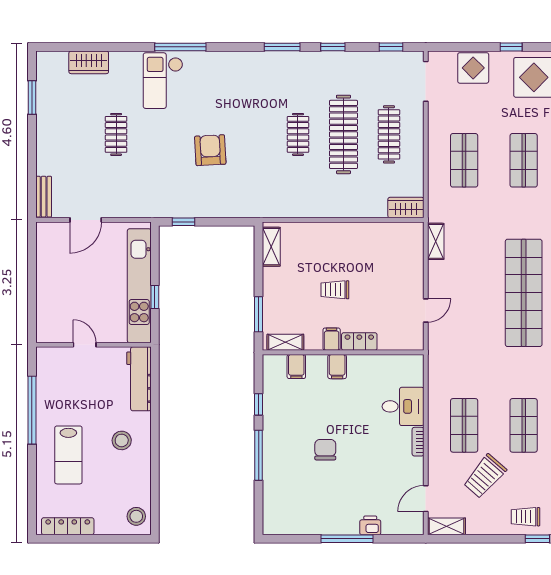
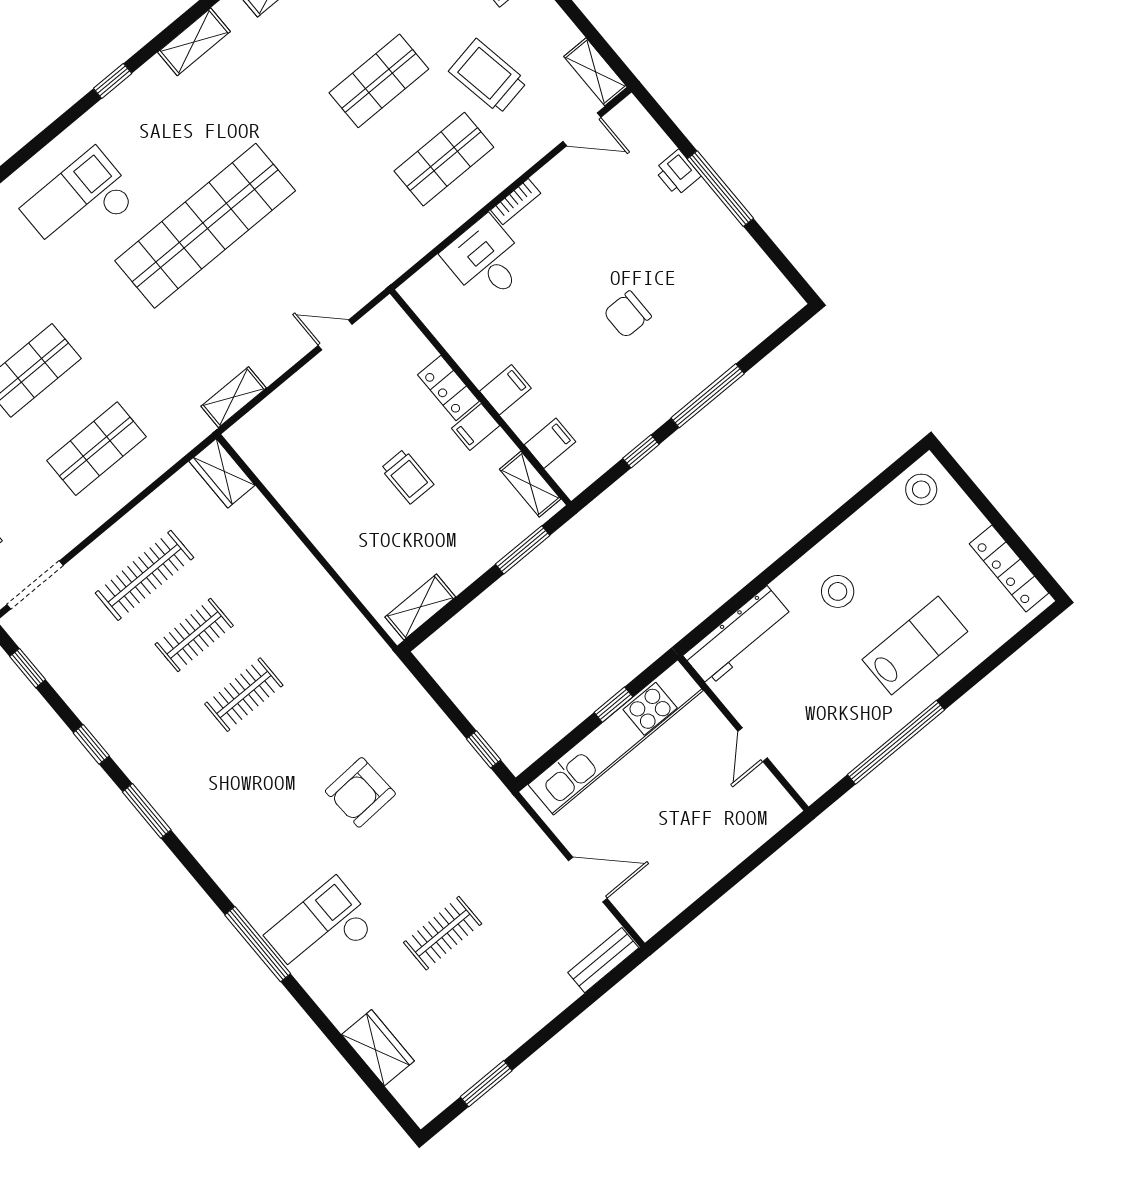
checkout: (163, 81) -> (321, 930), turned 180
clothes rail: (343, 134) -> (194, 635), width x0.54, depth x0.76
trolley: (485, 476) -> (488, 76), turned -141

